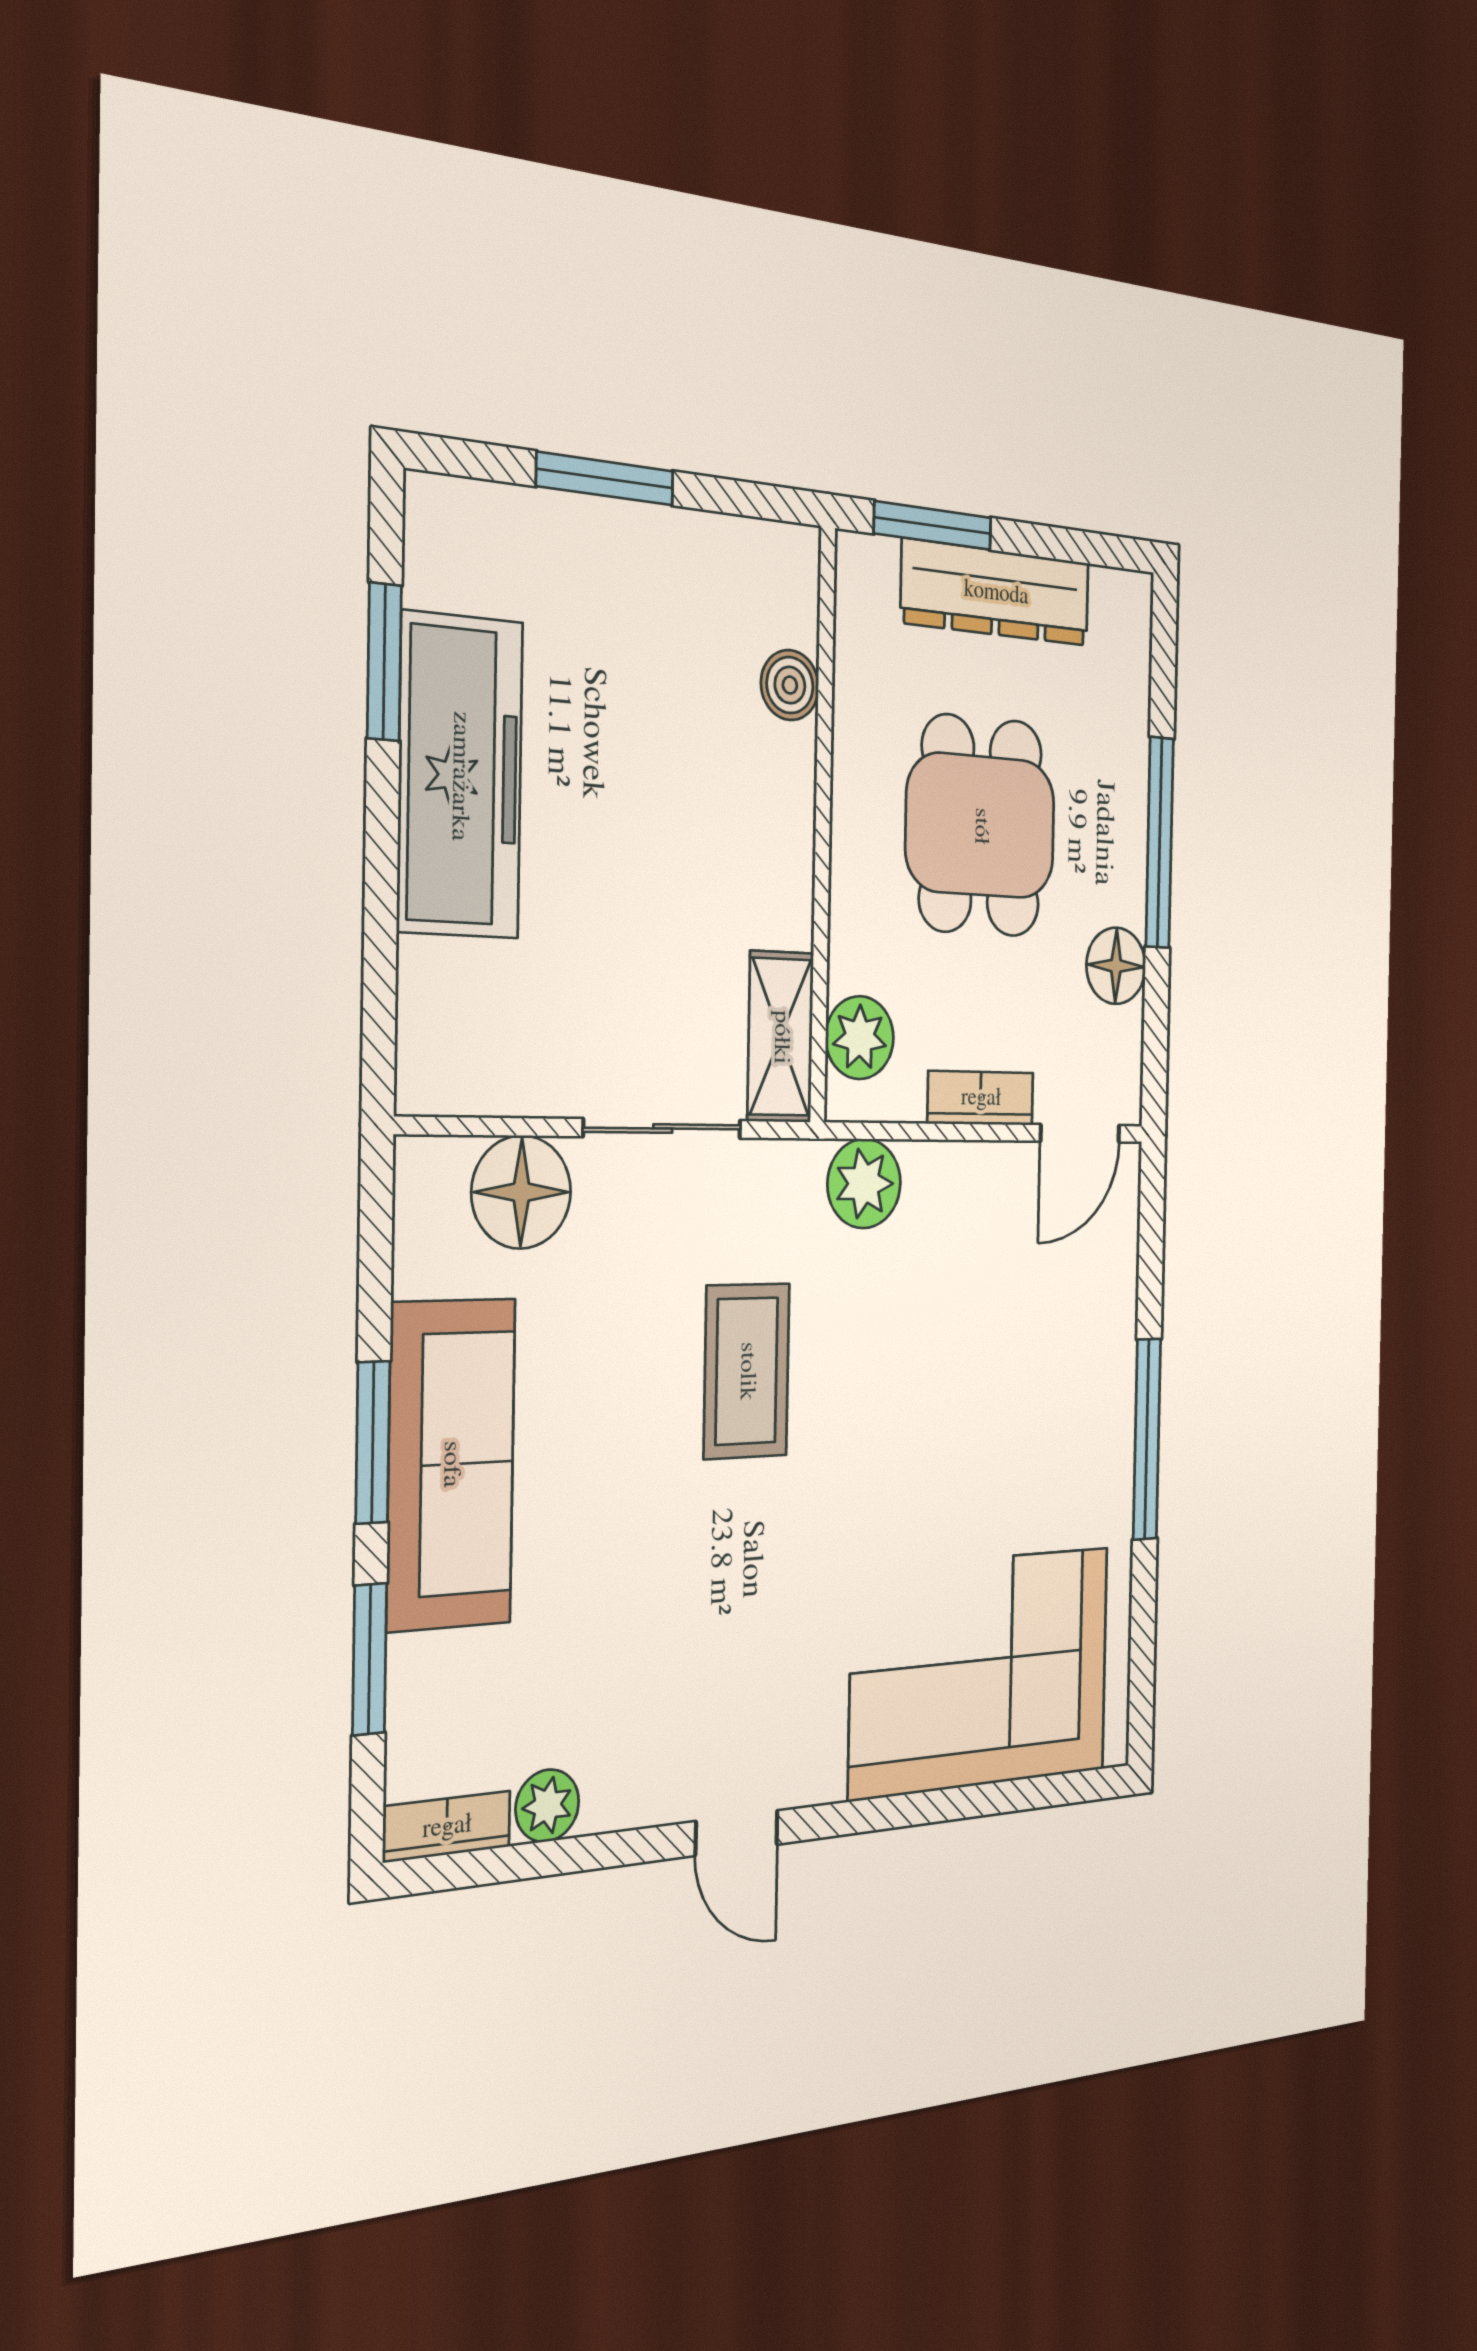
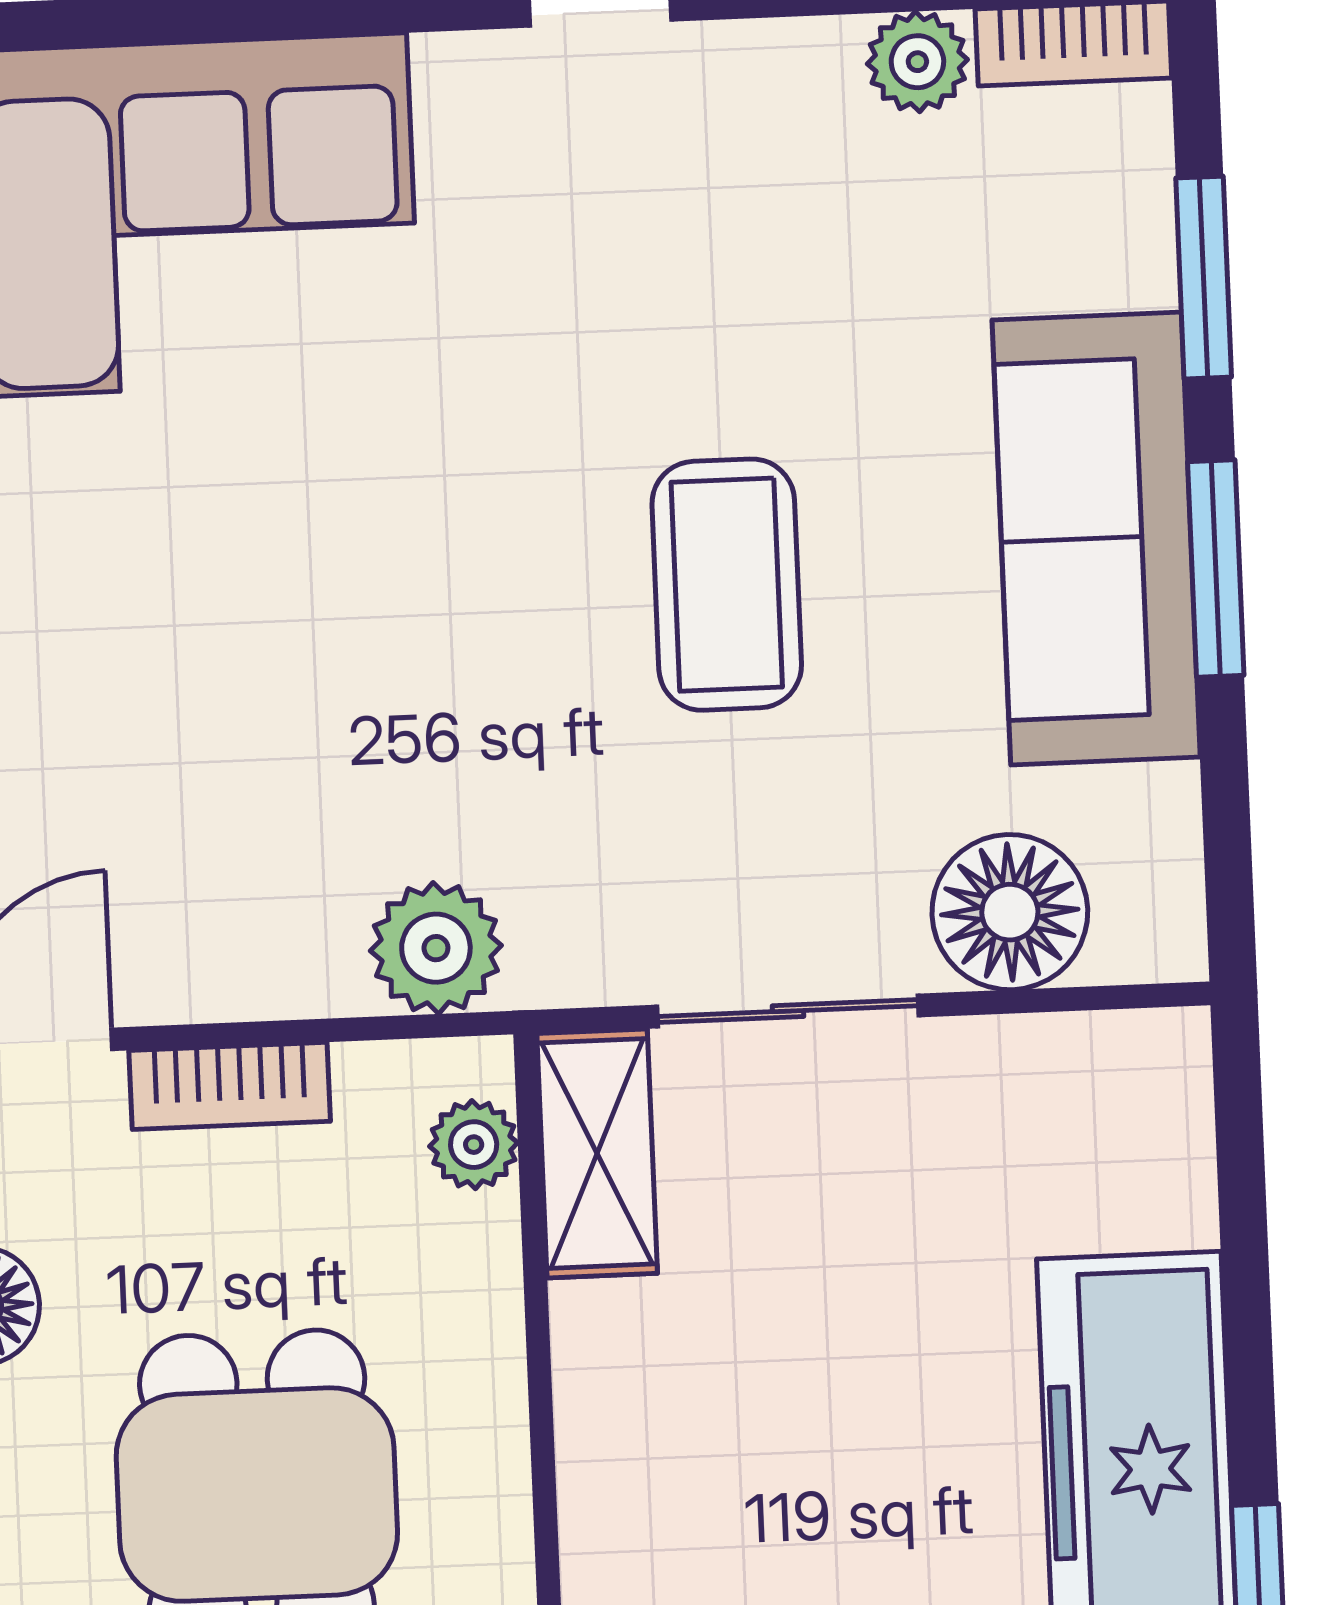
plant: (860, 1038) -> (474, 1145), width x0.73, depth x0.73
coffee table: (747, 1371) -> (727, 585), moved

